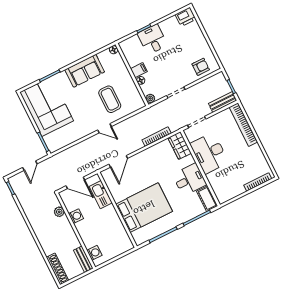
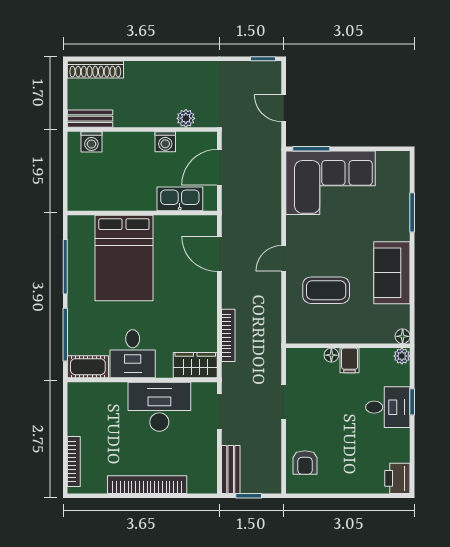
plant: (150, 98) -> (402, 356), moved
corner sofa: (47, 106) -> (330, 183), moved
bookcase: (243, 125) -> (147, 485), moved

